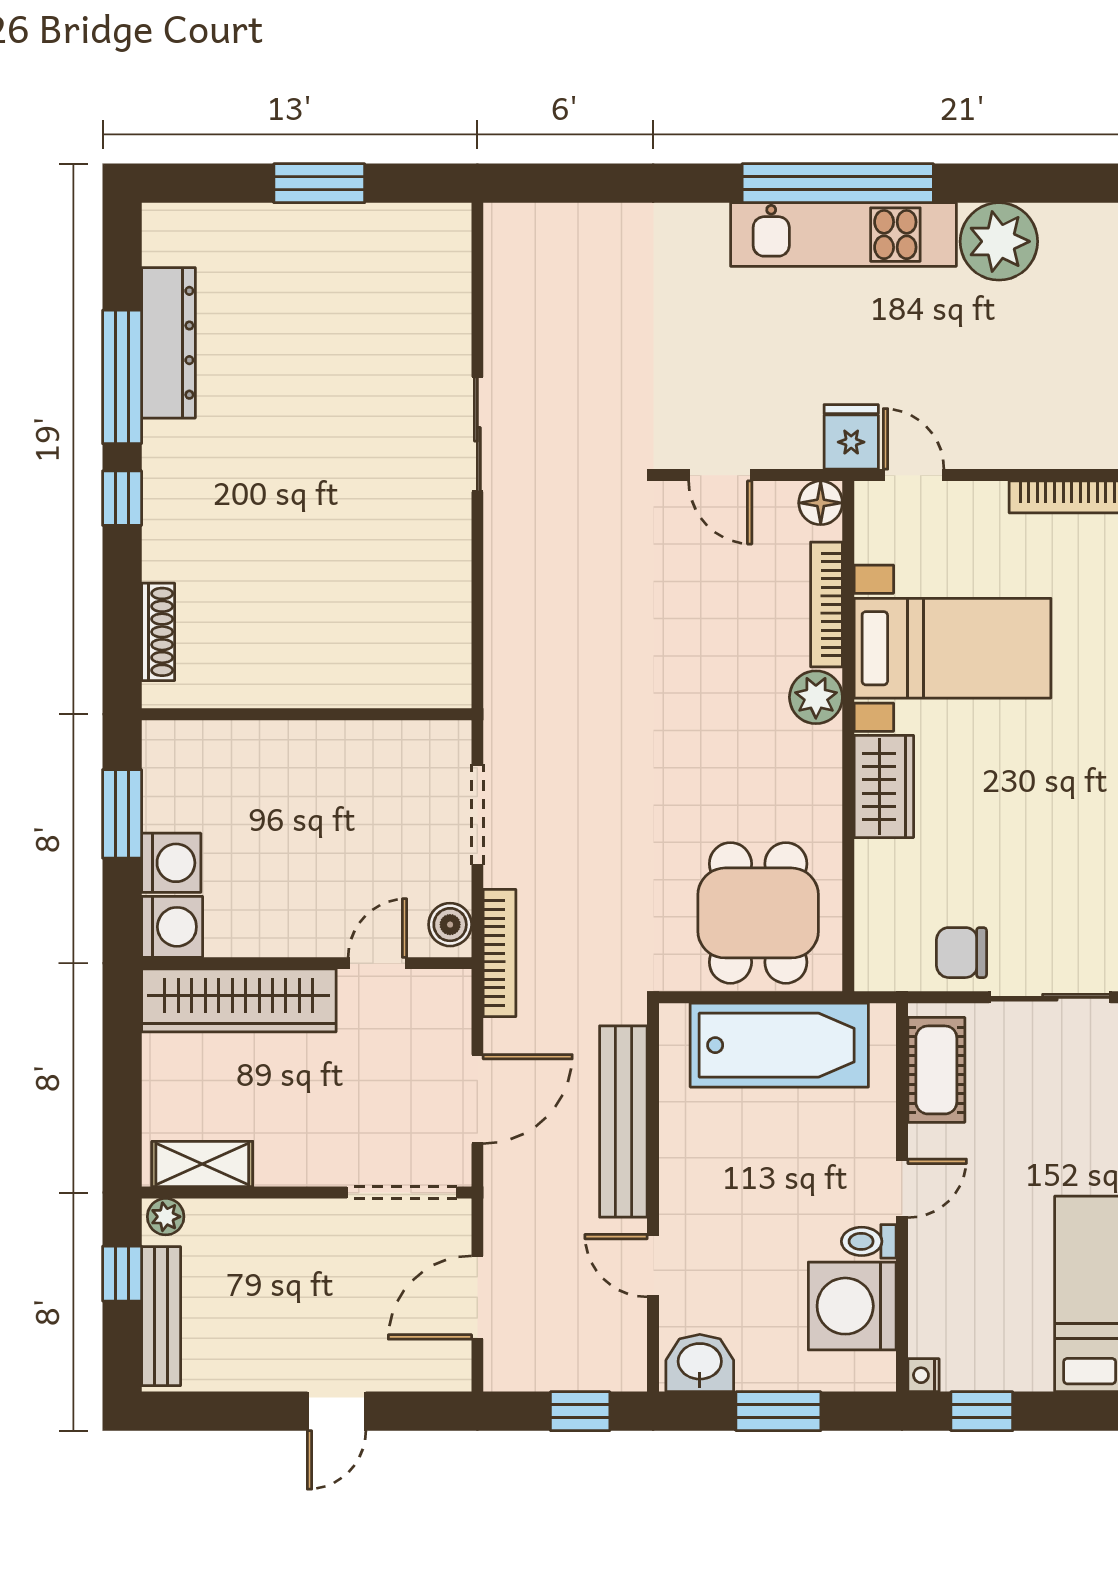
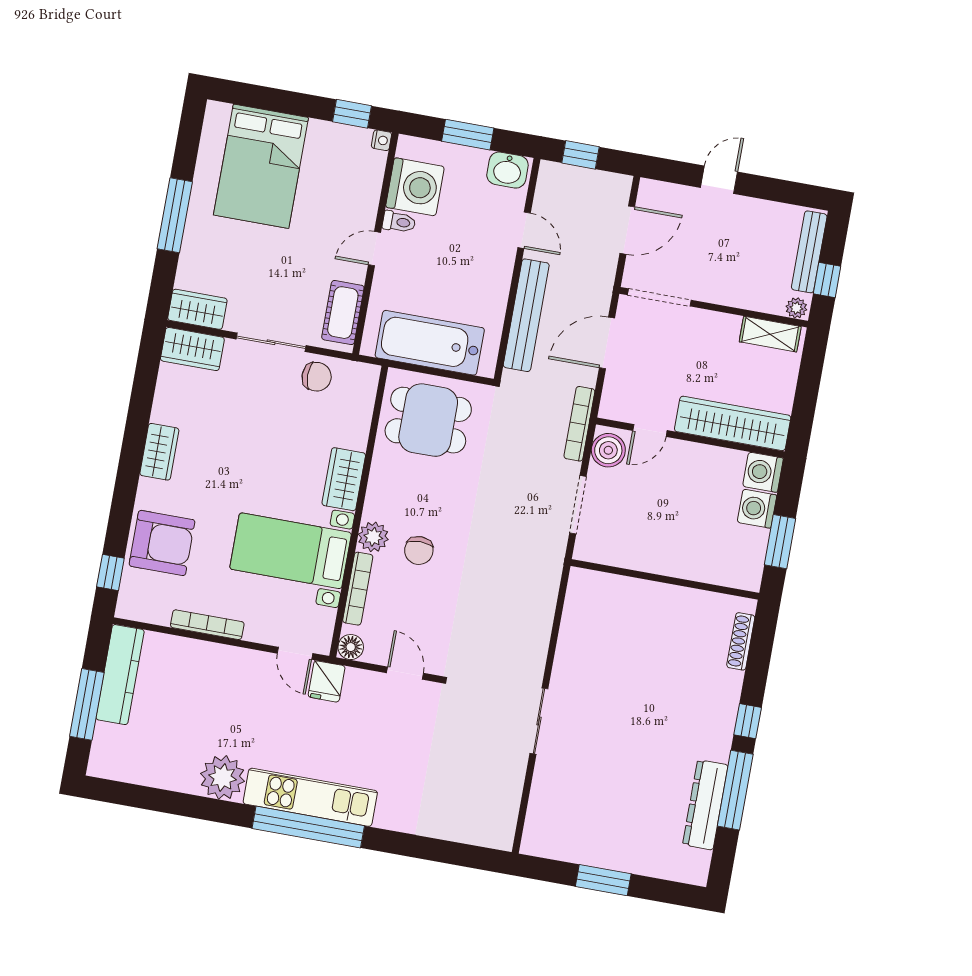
chair: (734, 688) -> (419, 550), added
dining table: (758, 913) -> (428, 420), turned 90
boiler: (450, 925) -> (608, 450), width x1.36, depth x1.36

